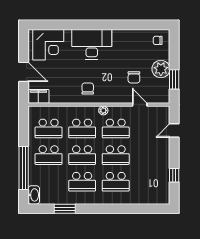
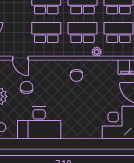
desk: (92, 44) -> (39, 123), moved
plant: (103, 110) -> (97, 52), moved

